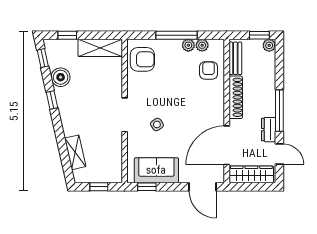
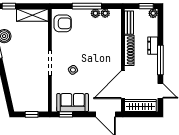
armchair: (209, 70) -> (110, 31), removed
dresser: (269, 130) -> (153, 46), moved
shelving: (75, 152) -> (15, 90), removed

